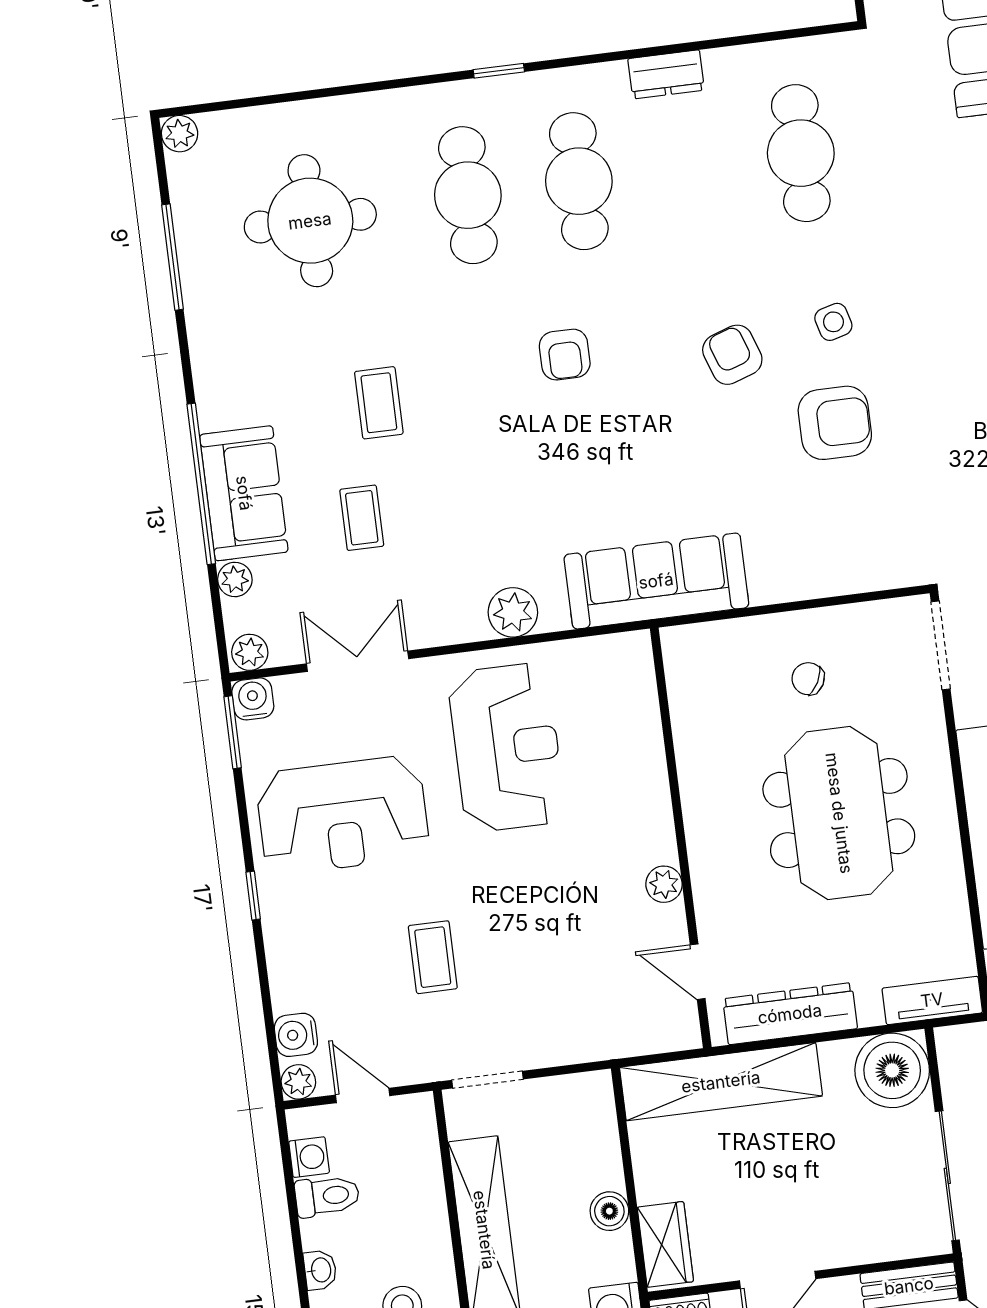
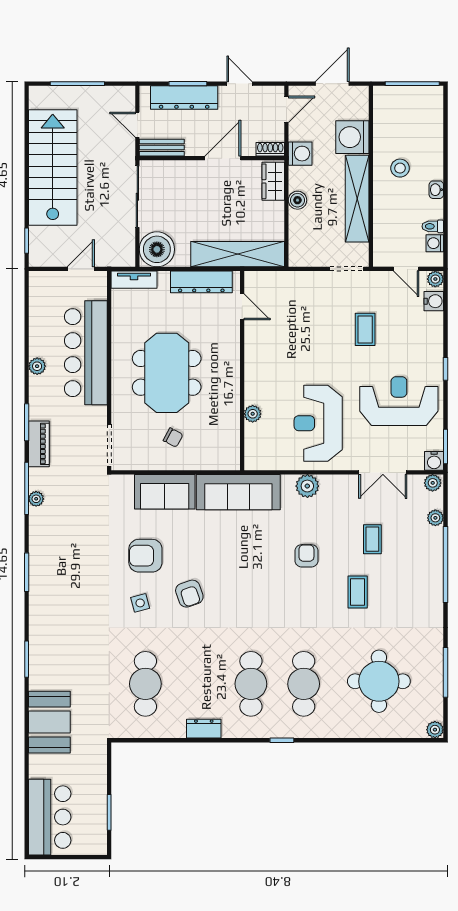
armchair: (565, 355) -> (306, 556), moved
sofa: (244, 493) -> (165, 492), moved, turned -90
plant: (664, 884) -> (253, 414), moved
toilet: (327, 1196) -> (433, 226), width x0.73, depth x0.72

